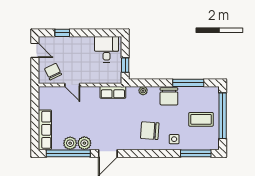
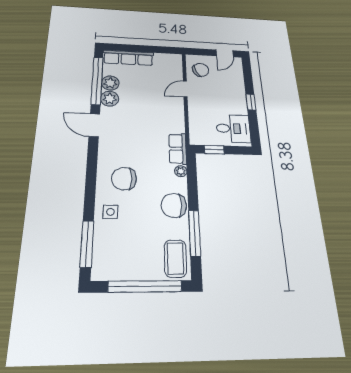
window: (62, 33) -> (251, 102), moved
row of seats: (113, 92) -> (178, 149), moved
coffee table: (201, 119) -> (175, 258), moved
chair: (150, 131) -> (124, 179), turned -94

